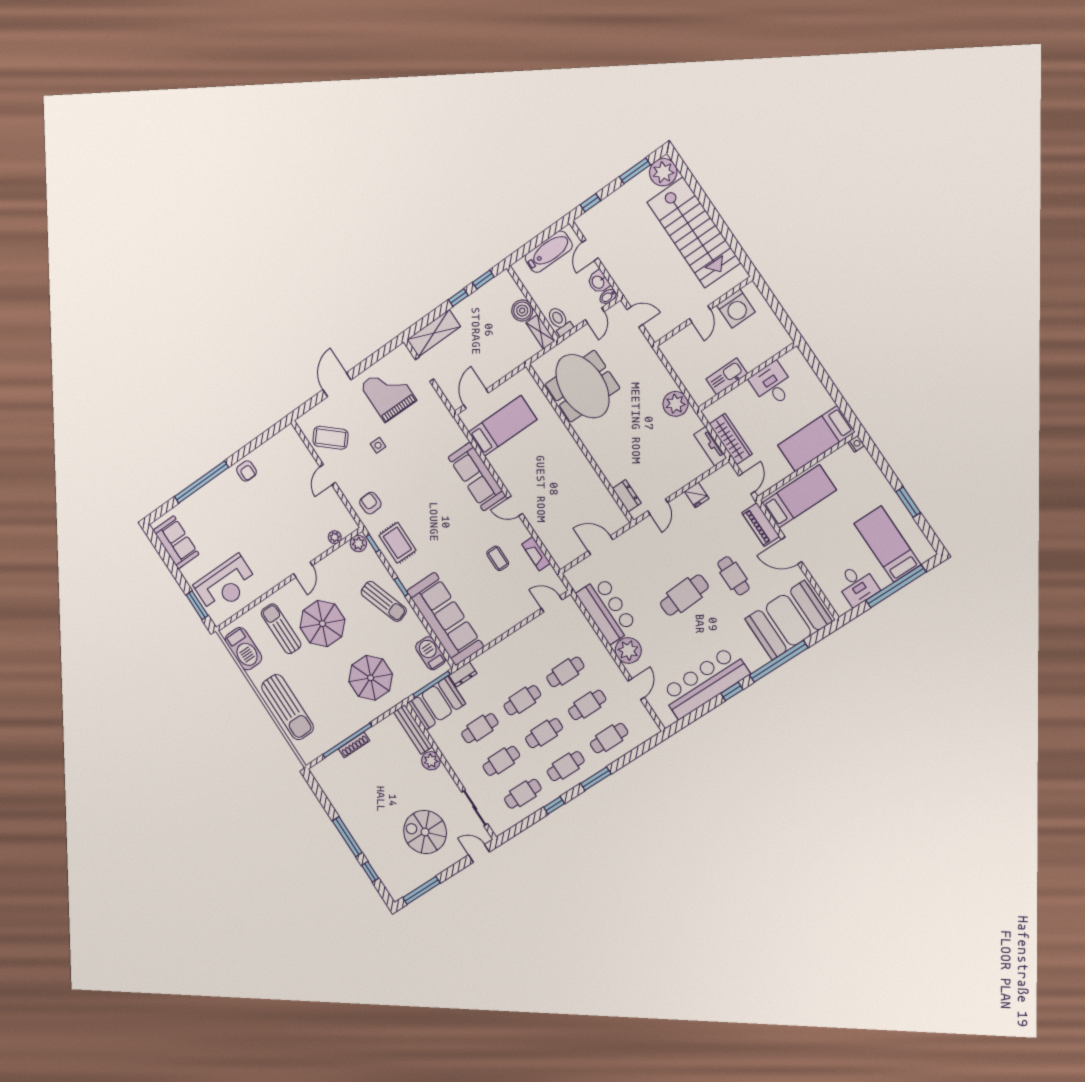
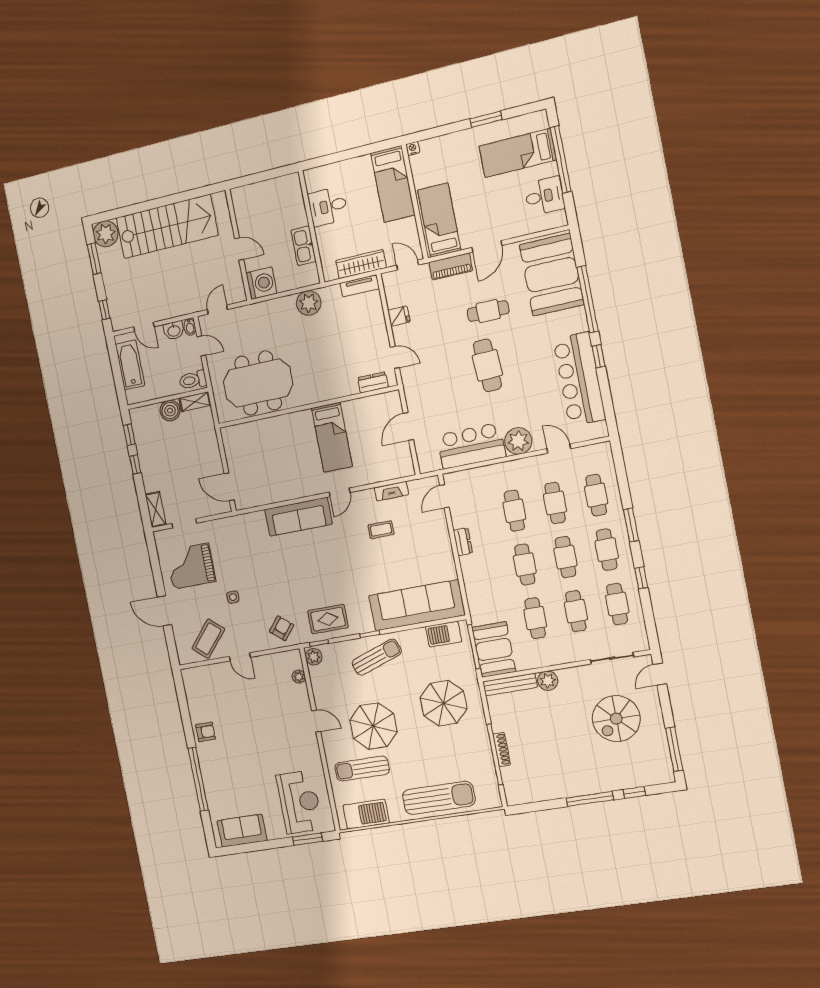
washing machine: (736, 309) -> (261, 283), moved
shelving: (434, 333) -> (156, 510), width x0.67, depth x0.75
bed: (503, 426) -> (332, 437), moved, turned 180
armchair: (370, 503) -> (282, 628), turned 133
dresser: (463, 674) -> (463, 542), moved

